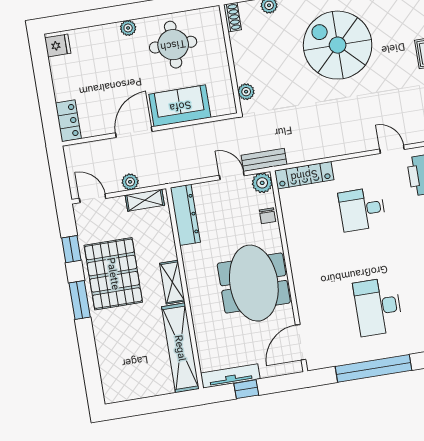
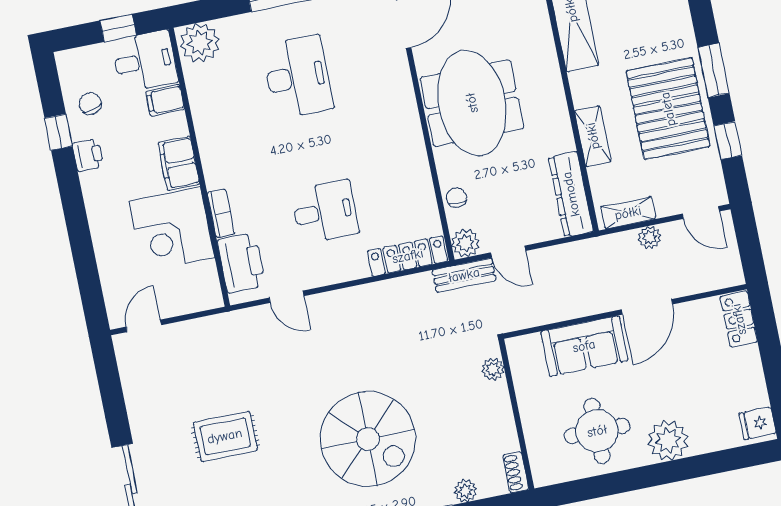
plant: (128, 28) -> (668, 440), width x1.88, depth x1.88
shelving: (172, 282) -> (593, 136), moved

